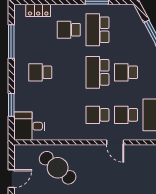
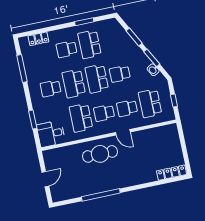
school desk: (69, 72) -> (74, 84), added
school desk: (69, 115) -> (81, 118), added
cafe table: (58, 168) -> (100, 154), moved, turned -40

